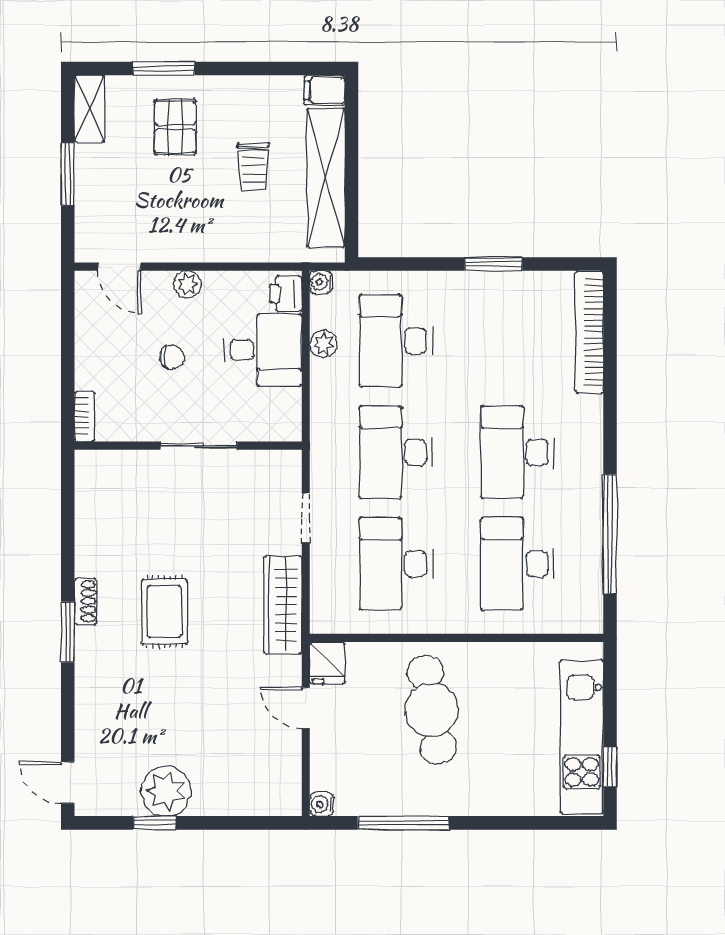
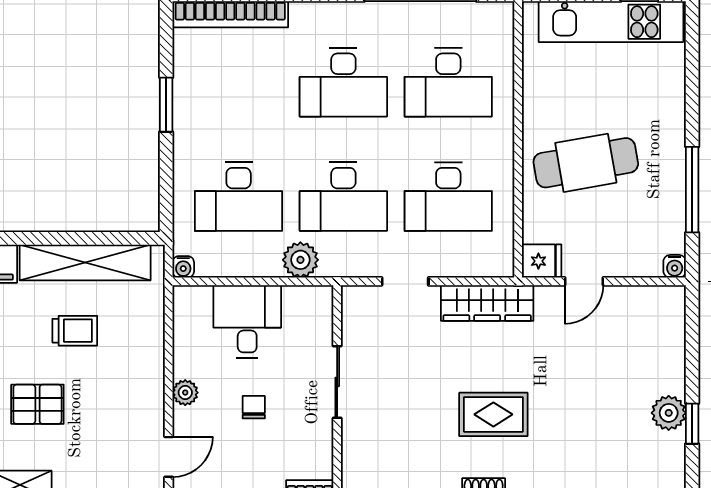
printer: (286, 294) -> (194, 300), removed
plant: (323, 344) -> (300, 260), moved, width x1.38, depth x1.38
plant: (166, 791) -> (669, 413), width x0.73, depth x0.73

